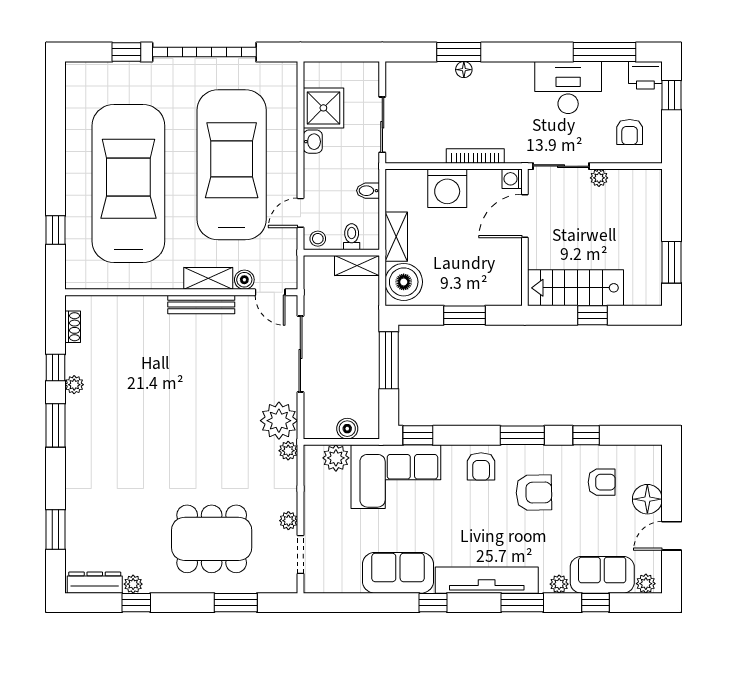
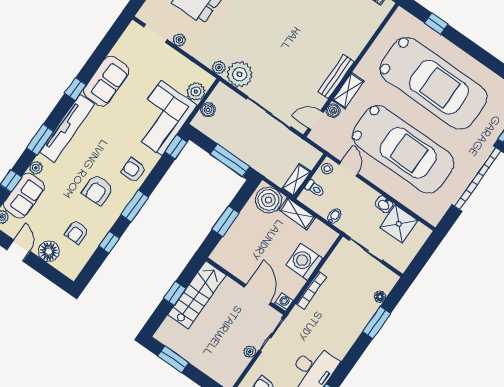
floor lamp: (464, 70) -> (380, 297), moved

